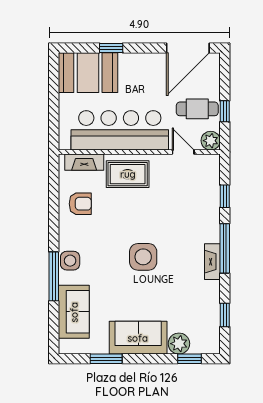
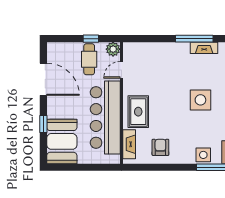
door: (188, 48) -> (43, 79), moved
window: (225, 196) -> (155, 39), removed

